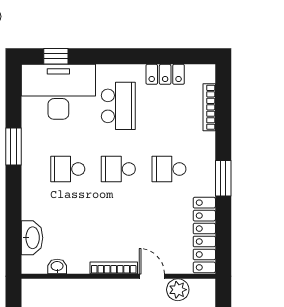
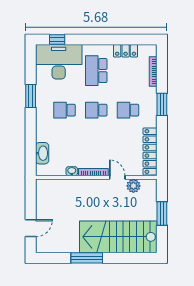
school desk: (118, 106) -> (96, 71), turned 180
window: (223, 178) -> (162, 104), moved
washbasin: (57, 266) -> (72, 171), moved

